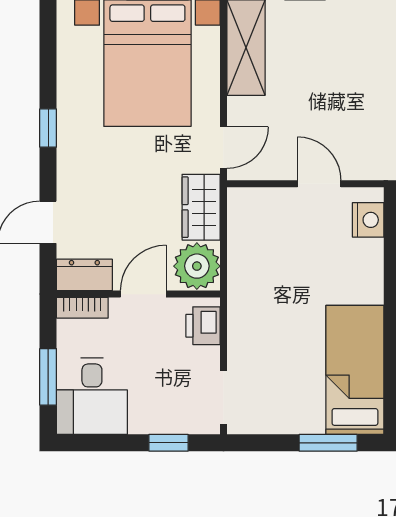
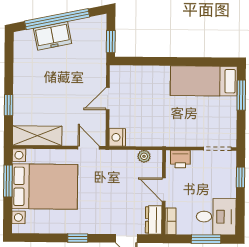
wardrobe: (201, 207) -> (119, 160), removed
nightstand: (368, 220) -> (117, 137), moved, turned -90
plant: (197, 266) -> (144, 156), width x0.53, depth x0.53

